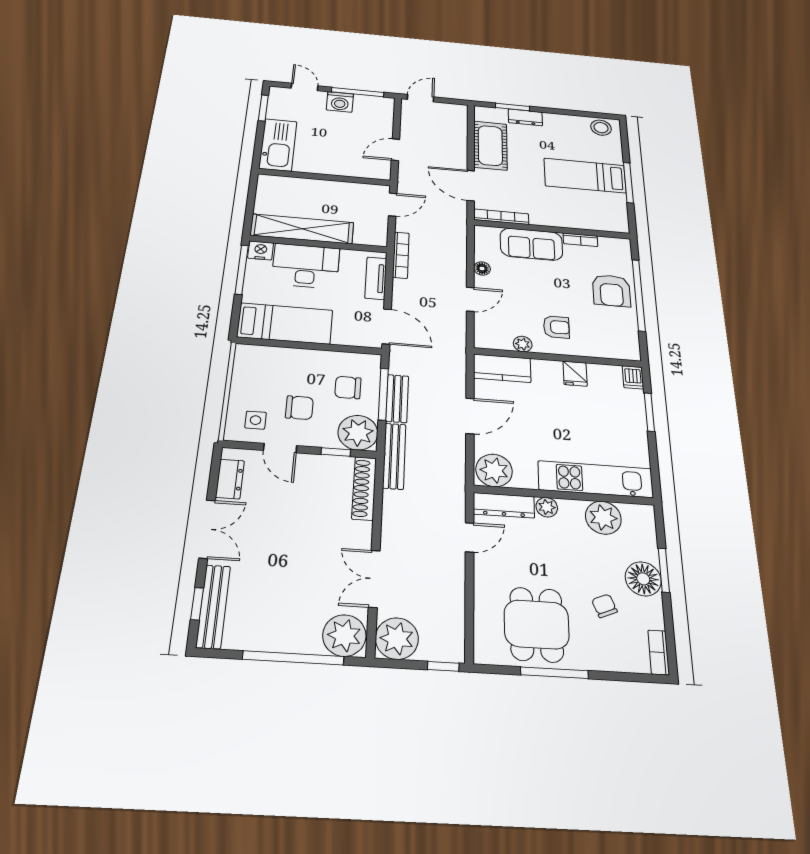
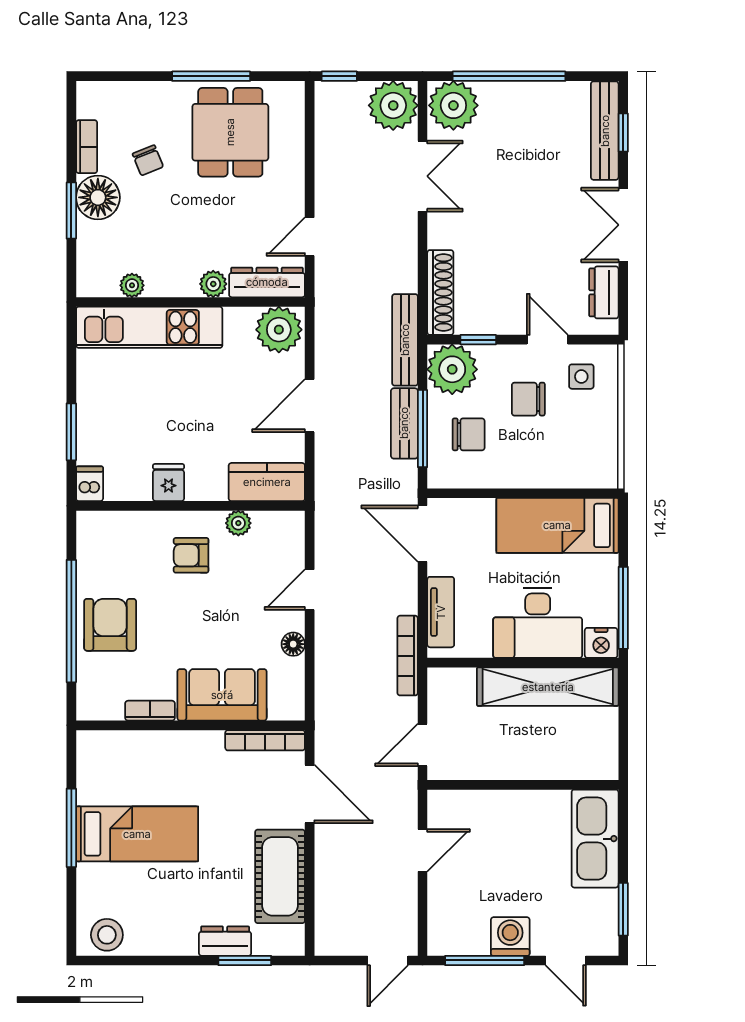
plant: (603, 518) -> (132, 285), width x0.53, depth x0.53
bookcase: (659, 652) -> (87, 147), moved

